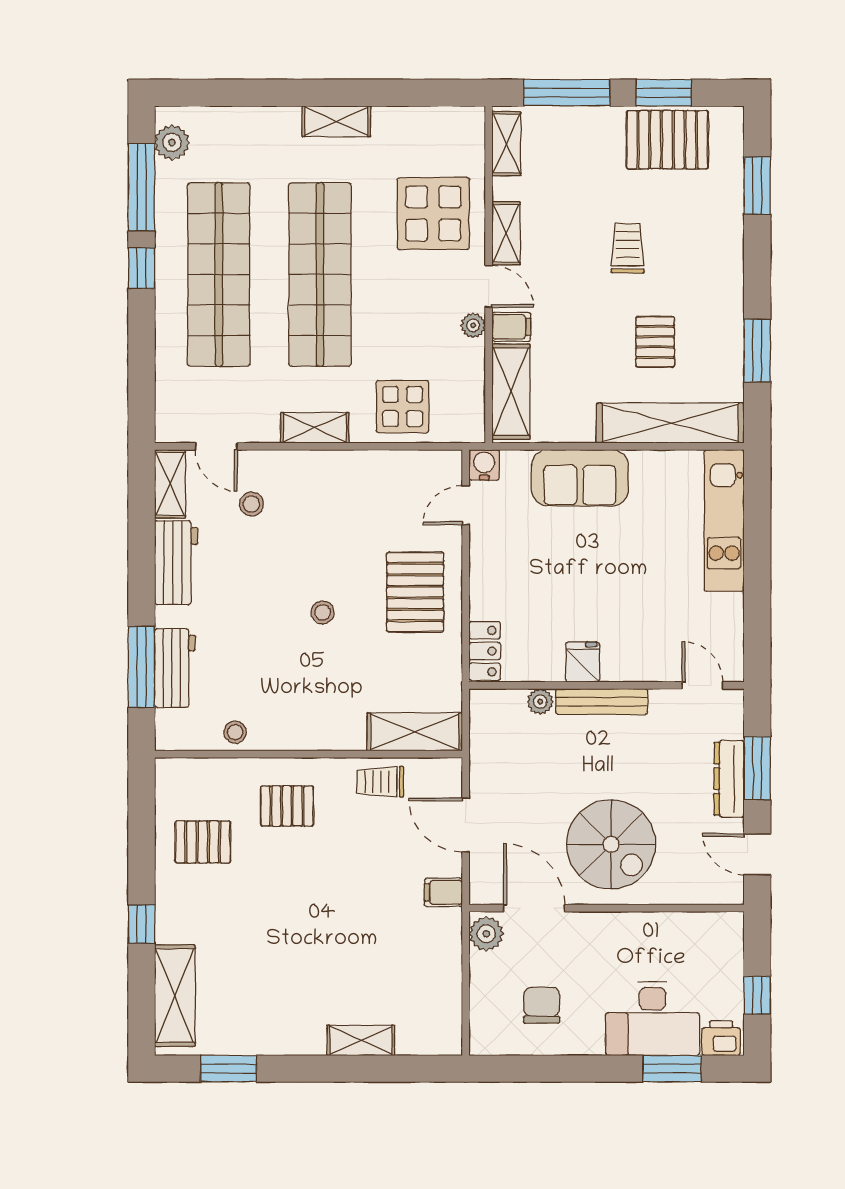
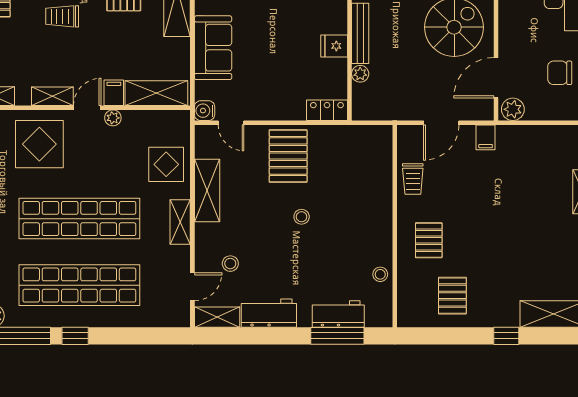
pallet: (415, 592) -> (288, 156), turned 90
shelving: (415, 732) -> (207, 190), moved

